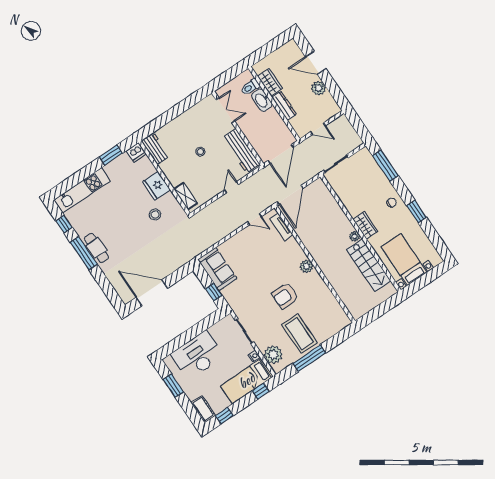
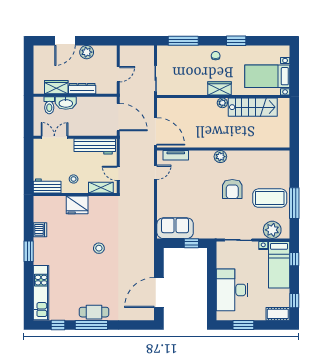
workbench: (155, 149) -> (47, 186), moved
wall: (164, 178) -> (75, 195), moved
fridge: (156, 186) -> (77, 205), moved
shelving: (186, 196) -> (101, 188), moved

